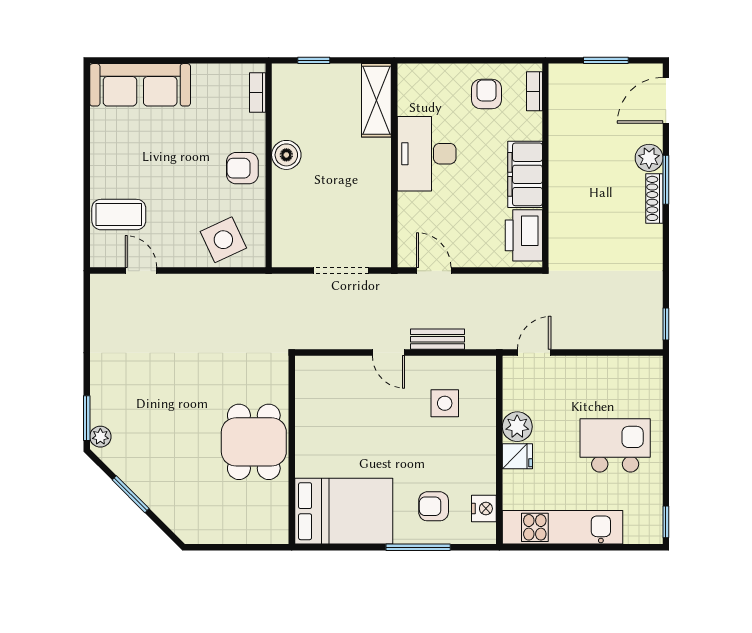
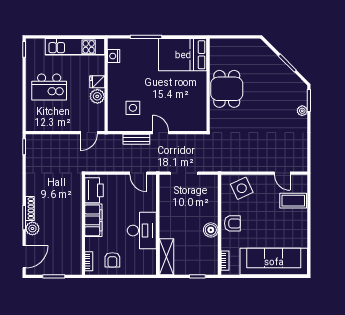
sofa: (140, 85) -> (274, 262), width x1.36, depth x1.27
plant: (100, 437) -> (302, 111), moved
armchair: (434, 506) -> (138, 57), removed

